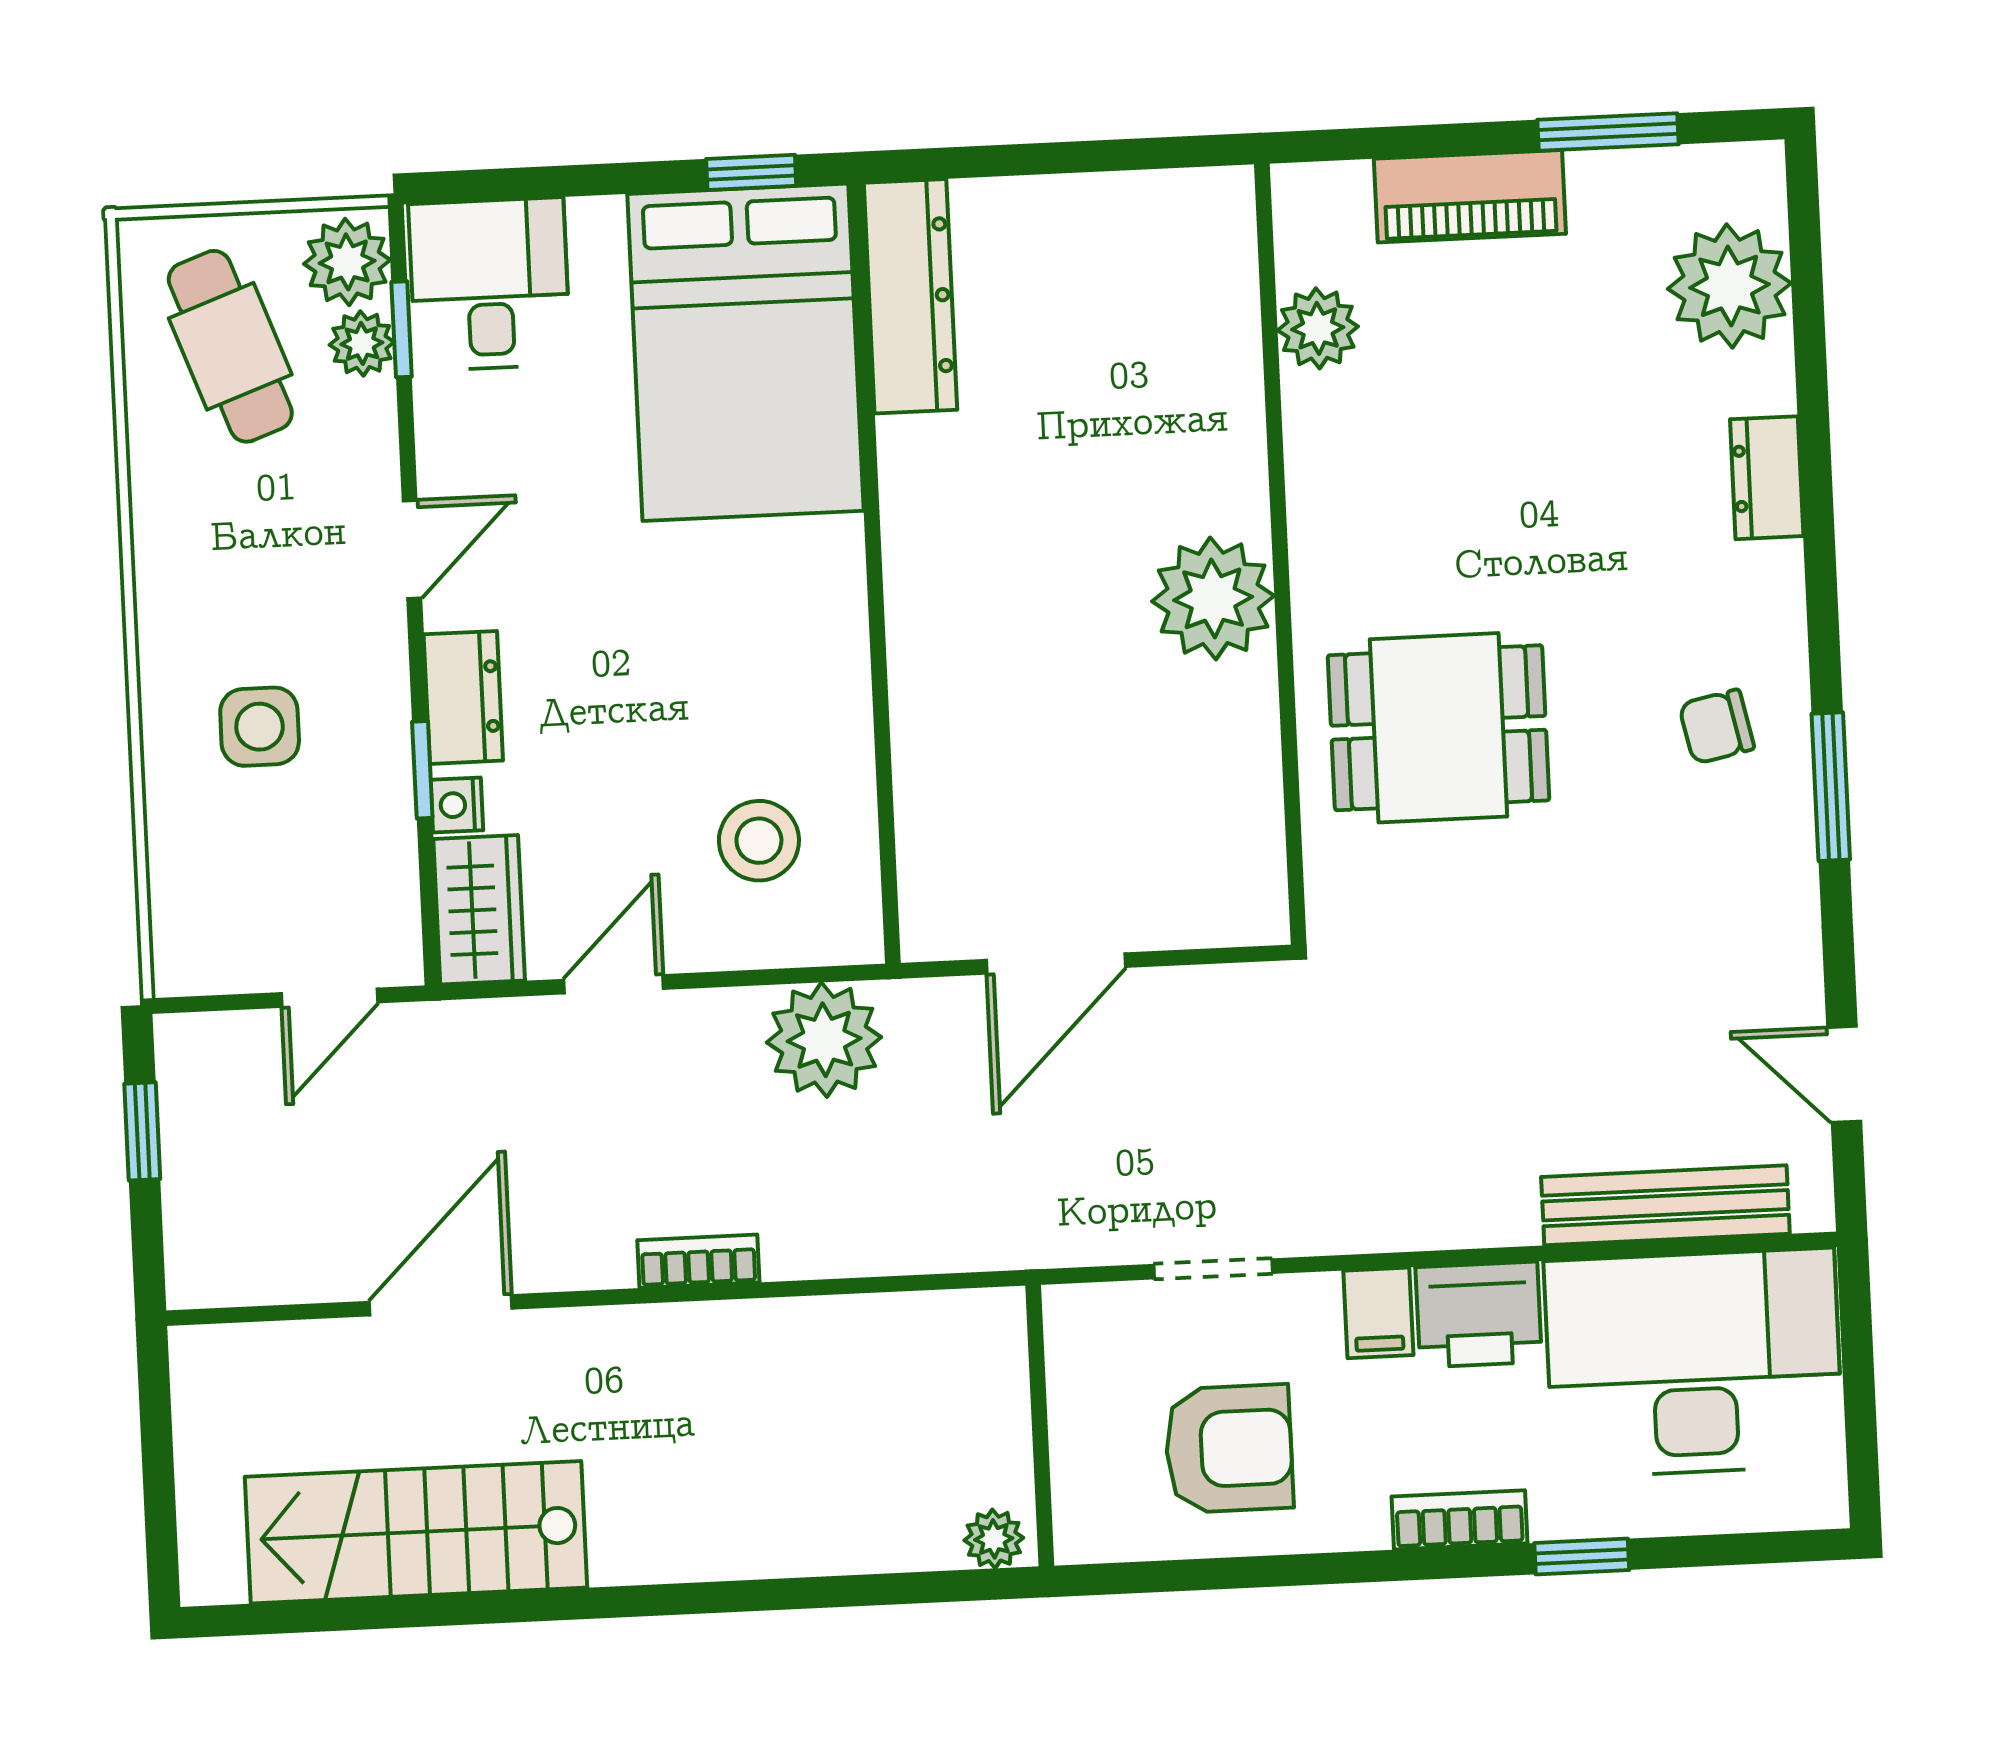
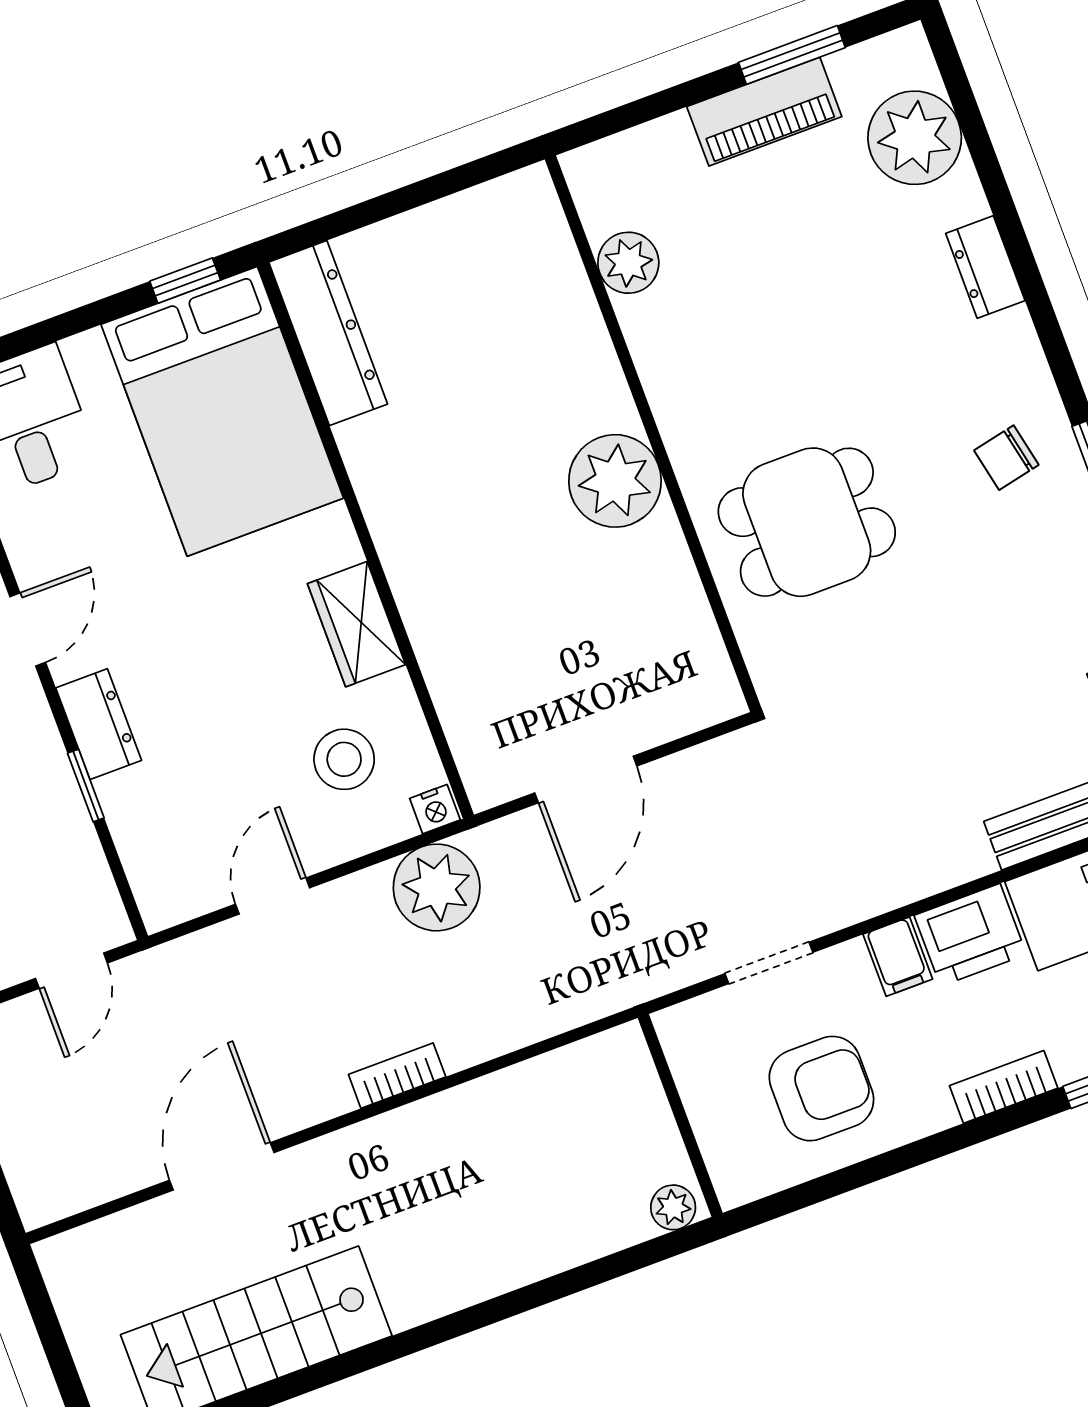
piano: (1470, 196) -> (764, 112), moved
nightstand: (457, 805) -> (435, 809), moved, turned -90
wardrobe: (479, 910) -> (356, 624), moved, turned 180

